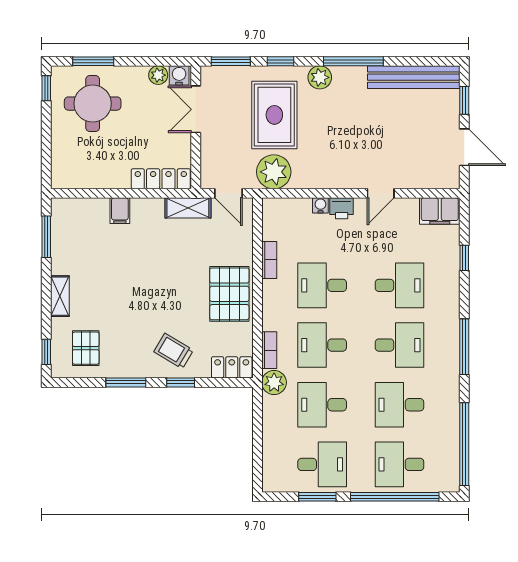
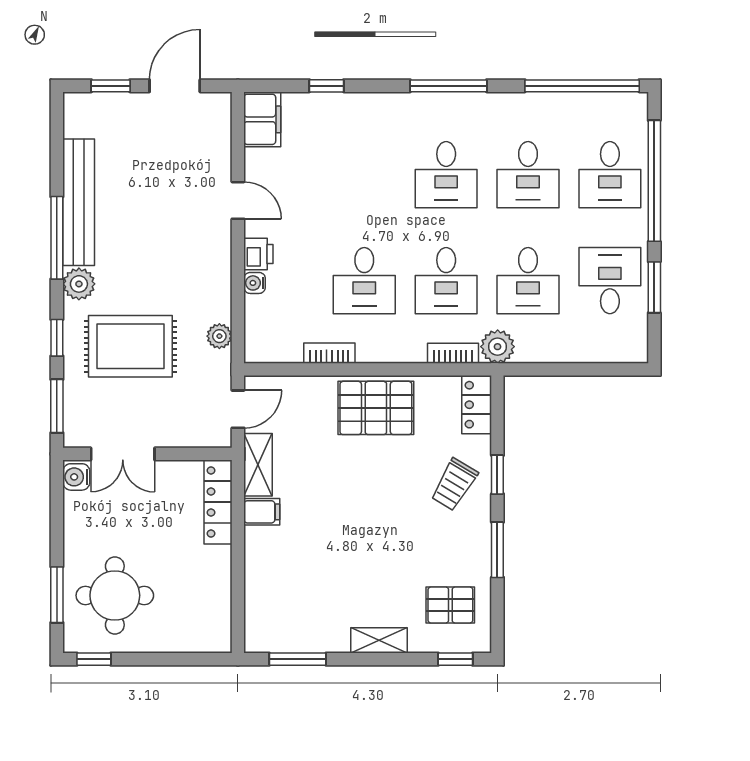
plant: (158, 75) -> (76, 506), removed
bench: (414, 77) -> (79, 202), moved
plant: (274, 172) -> (219, 336), width x0.53, depth x0.53
filing cabinet: (120, 211) -> (262, 512), moved
desk: (399, 285) -> (364, 175), removed
desk: (399, 345) -> (446, 175), turned 180

